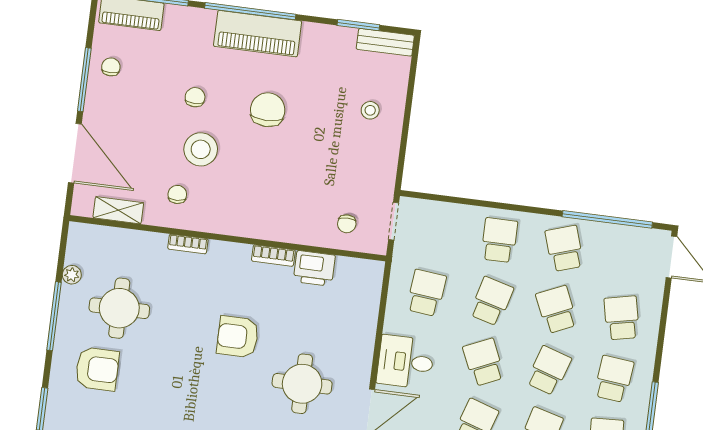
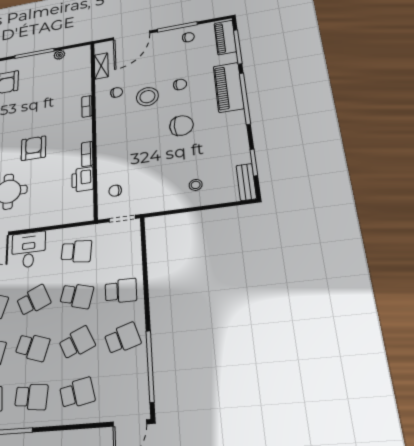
piano: (258, 34) -> (229, 87), moved
round table: (119, 308) -> (43, 83), removed

